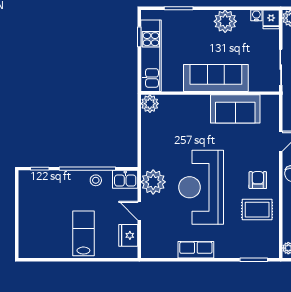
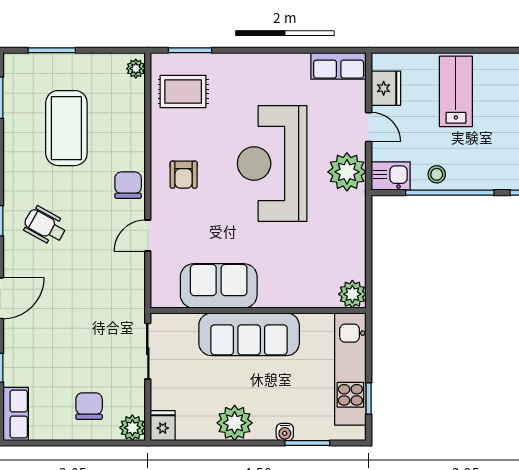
water cooler: (256, 15) -> (285, 432), moved
reception desk: (201, 187) -> (272, 164), turned 180
rug: (257, 210) -> (183, 92), moved
lab bench: (83, 233) -> (456, 91), turned 180
row of seats: (196, 250) -> (339, 66), moved

